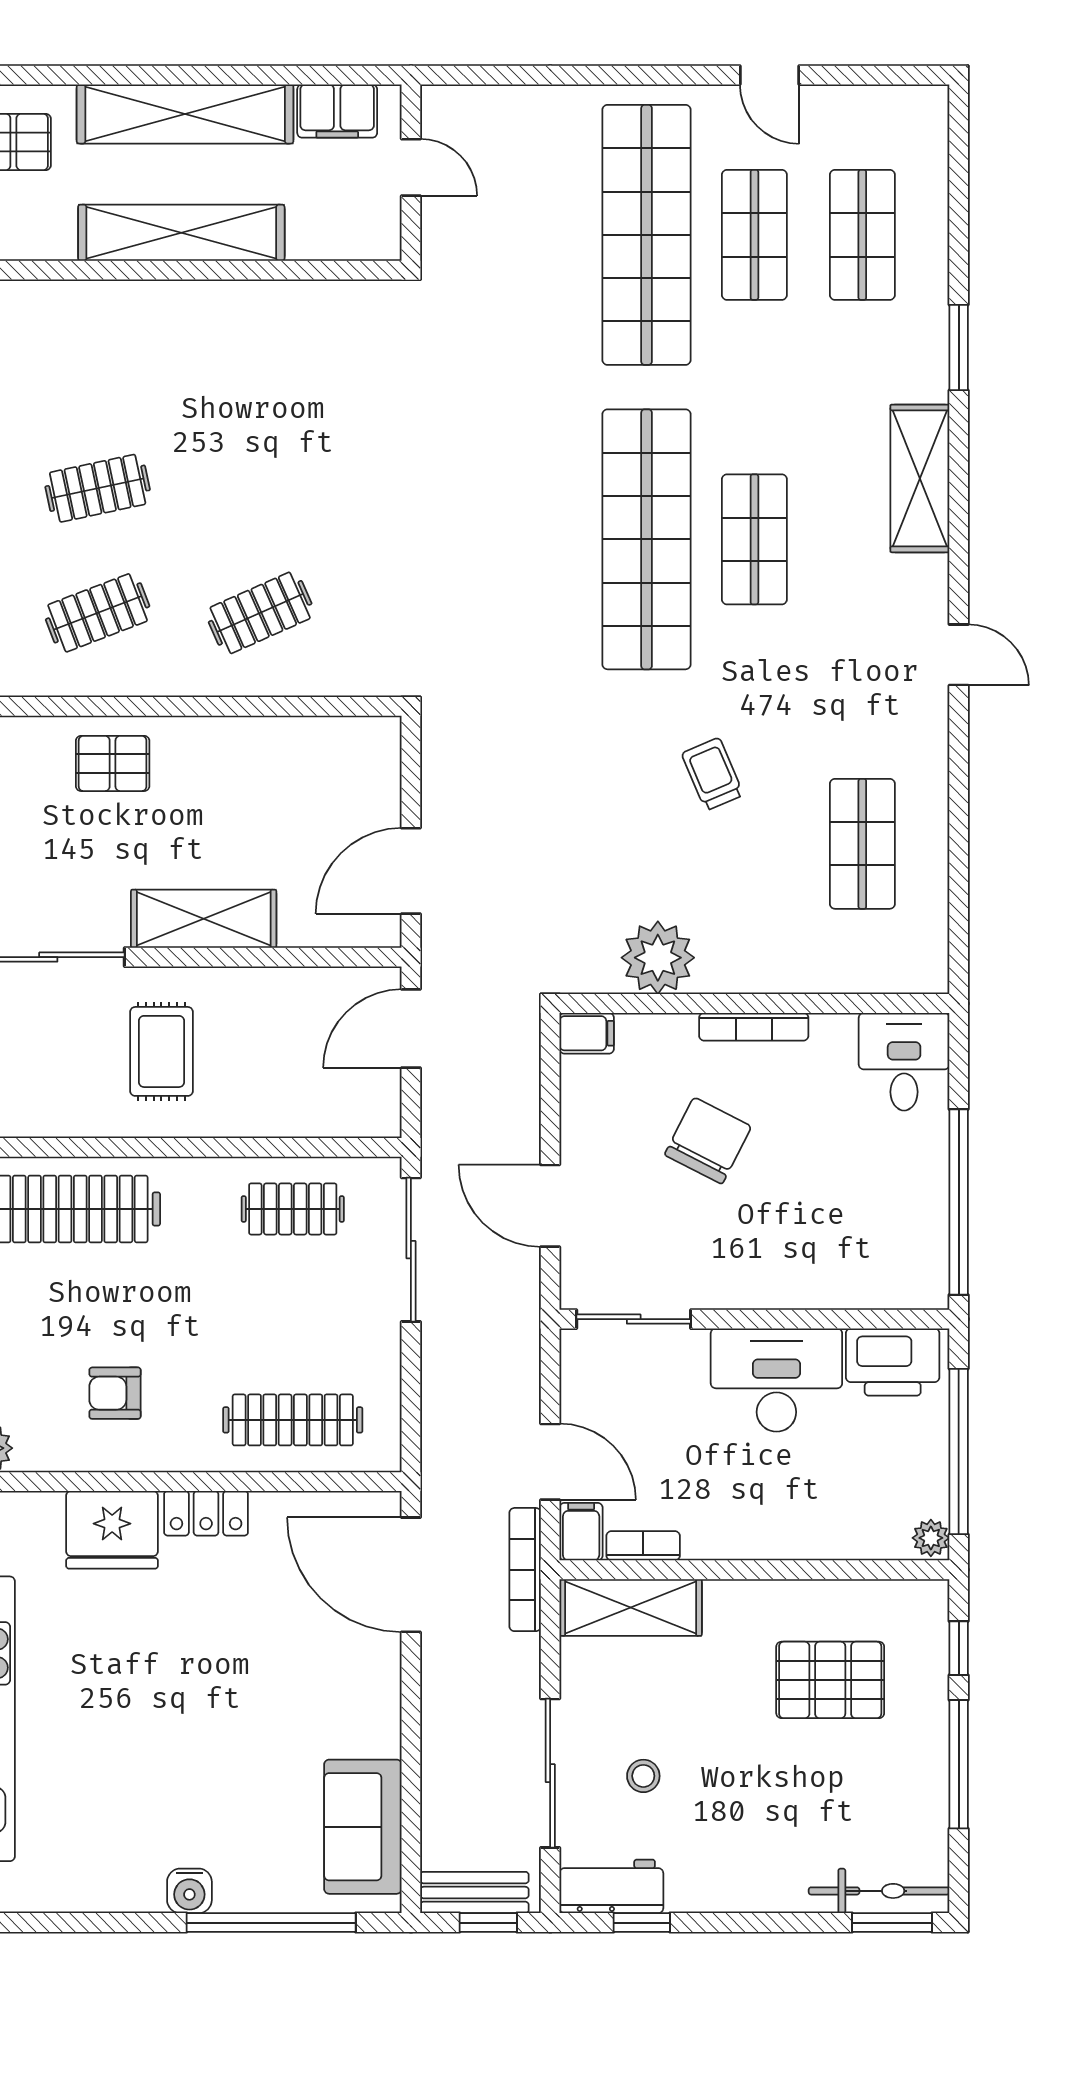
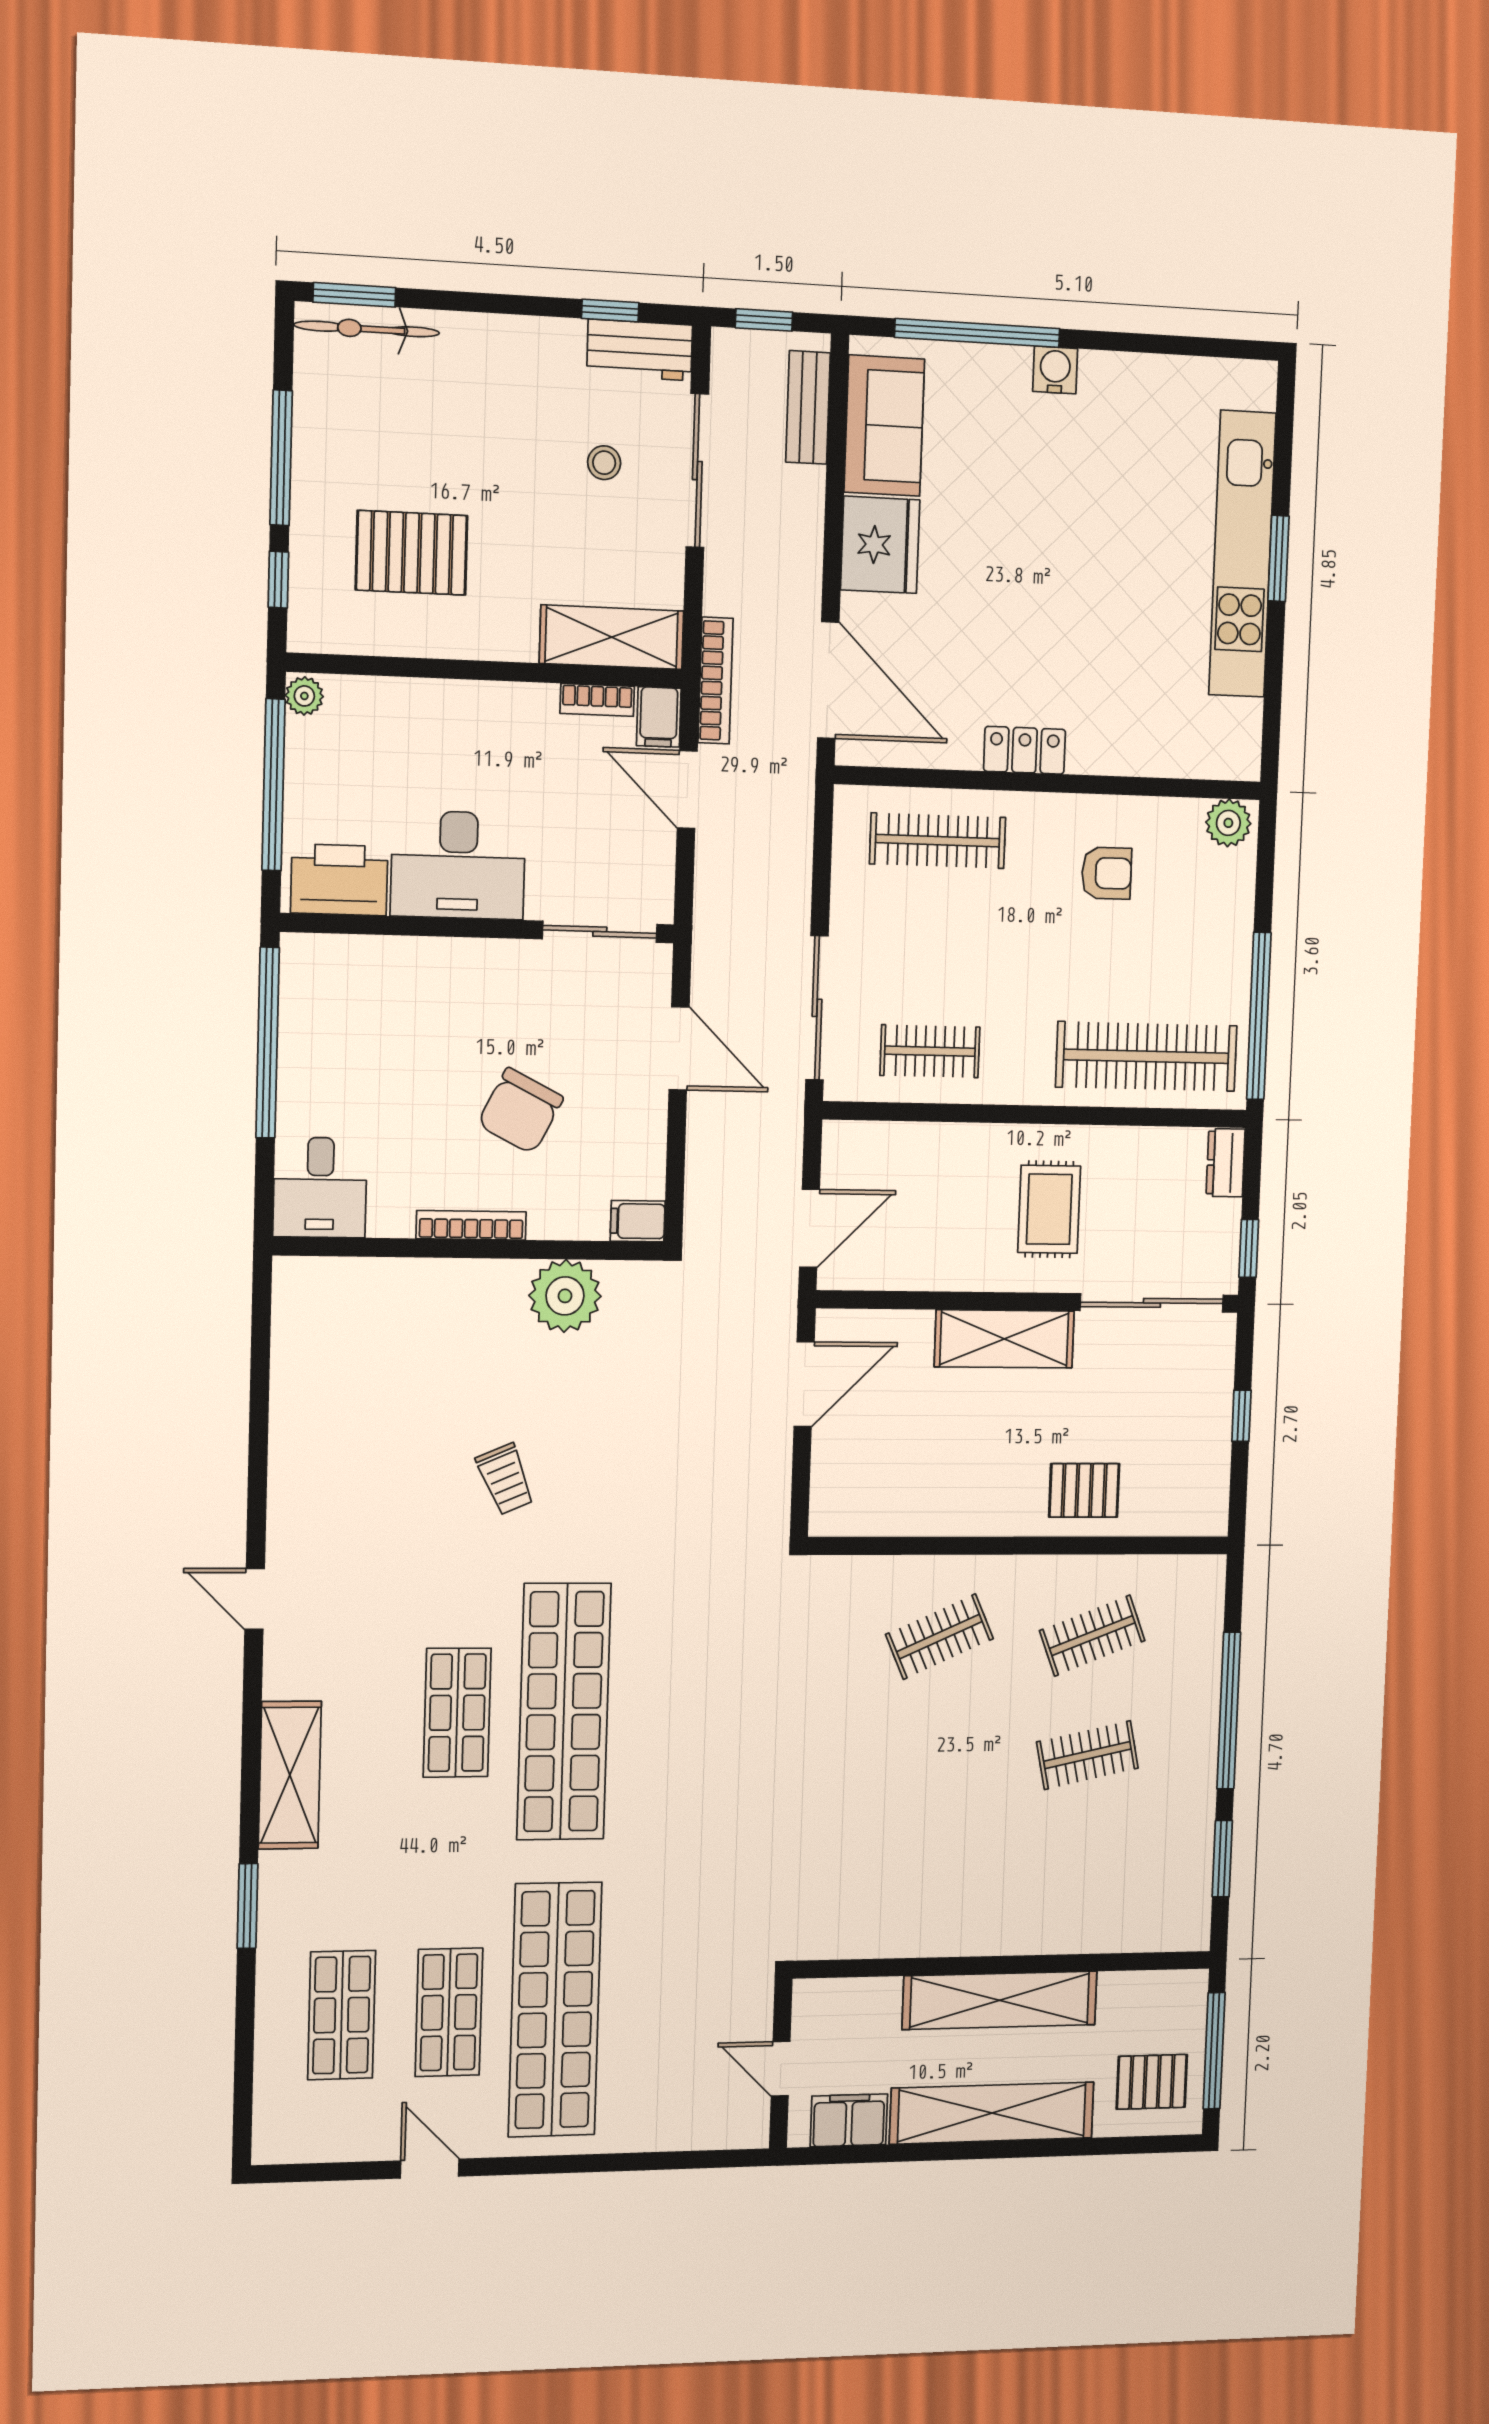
shop shelf: (862, 844) -> (357, 1409), removed
fridge: (112, 1530) -> (880, 545), moved, turned 90
bench: (474, 1893) -> (808, 407), moved, turned 90

